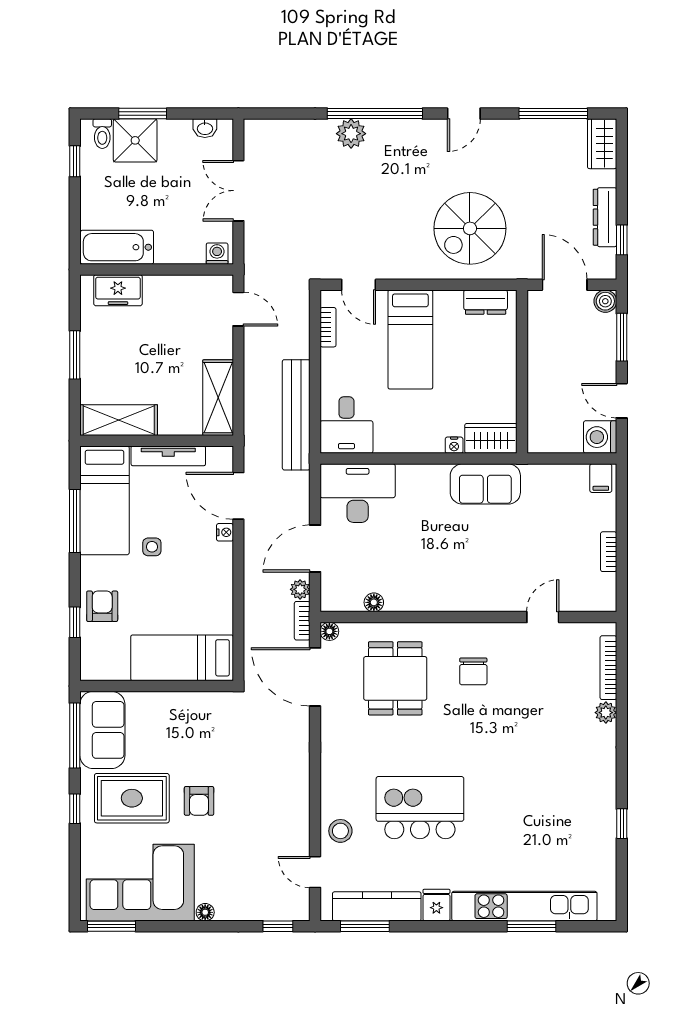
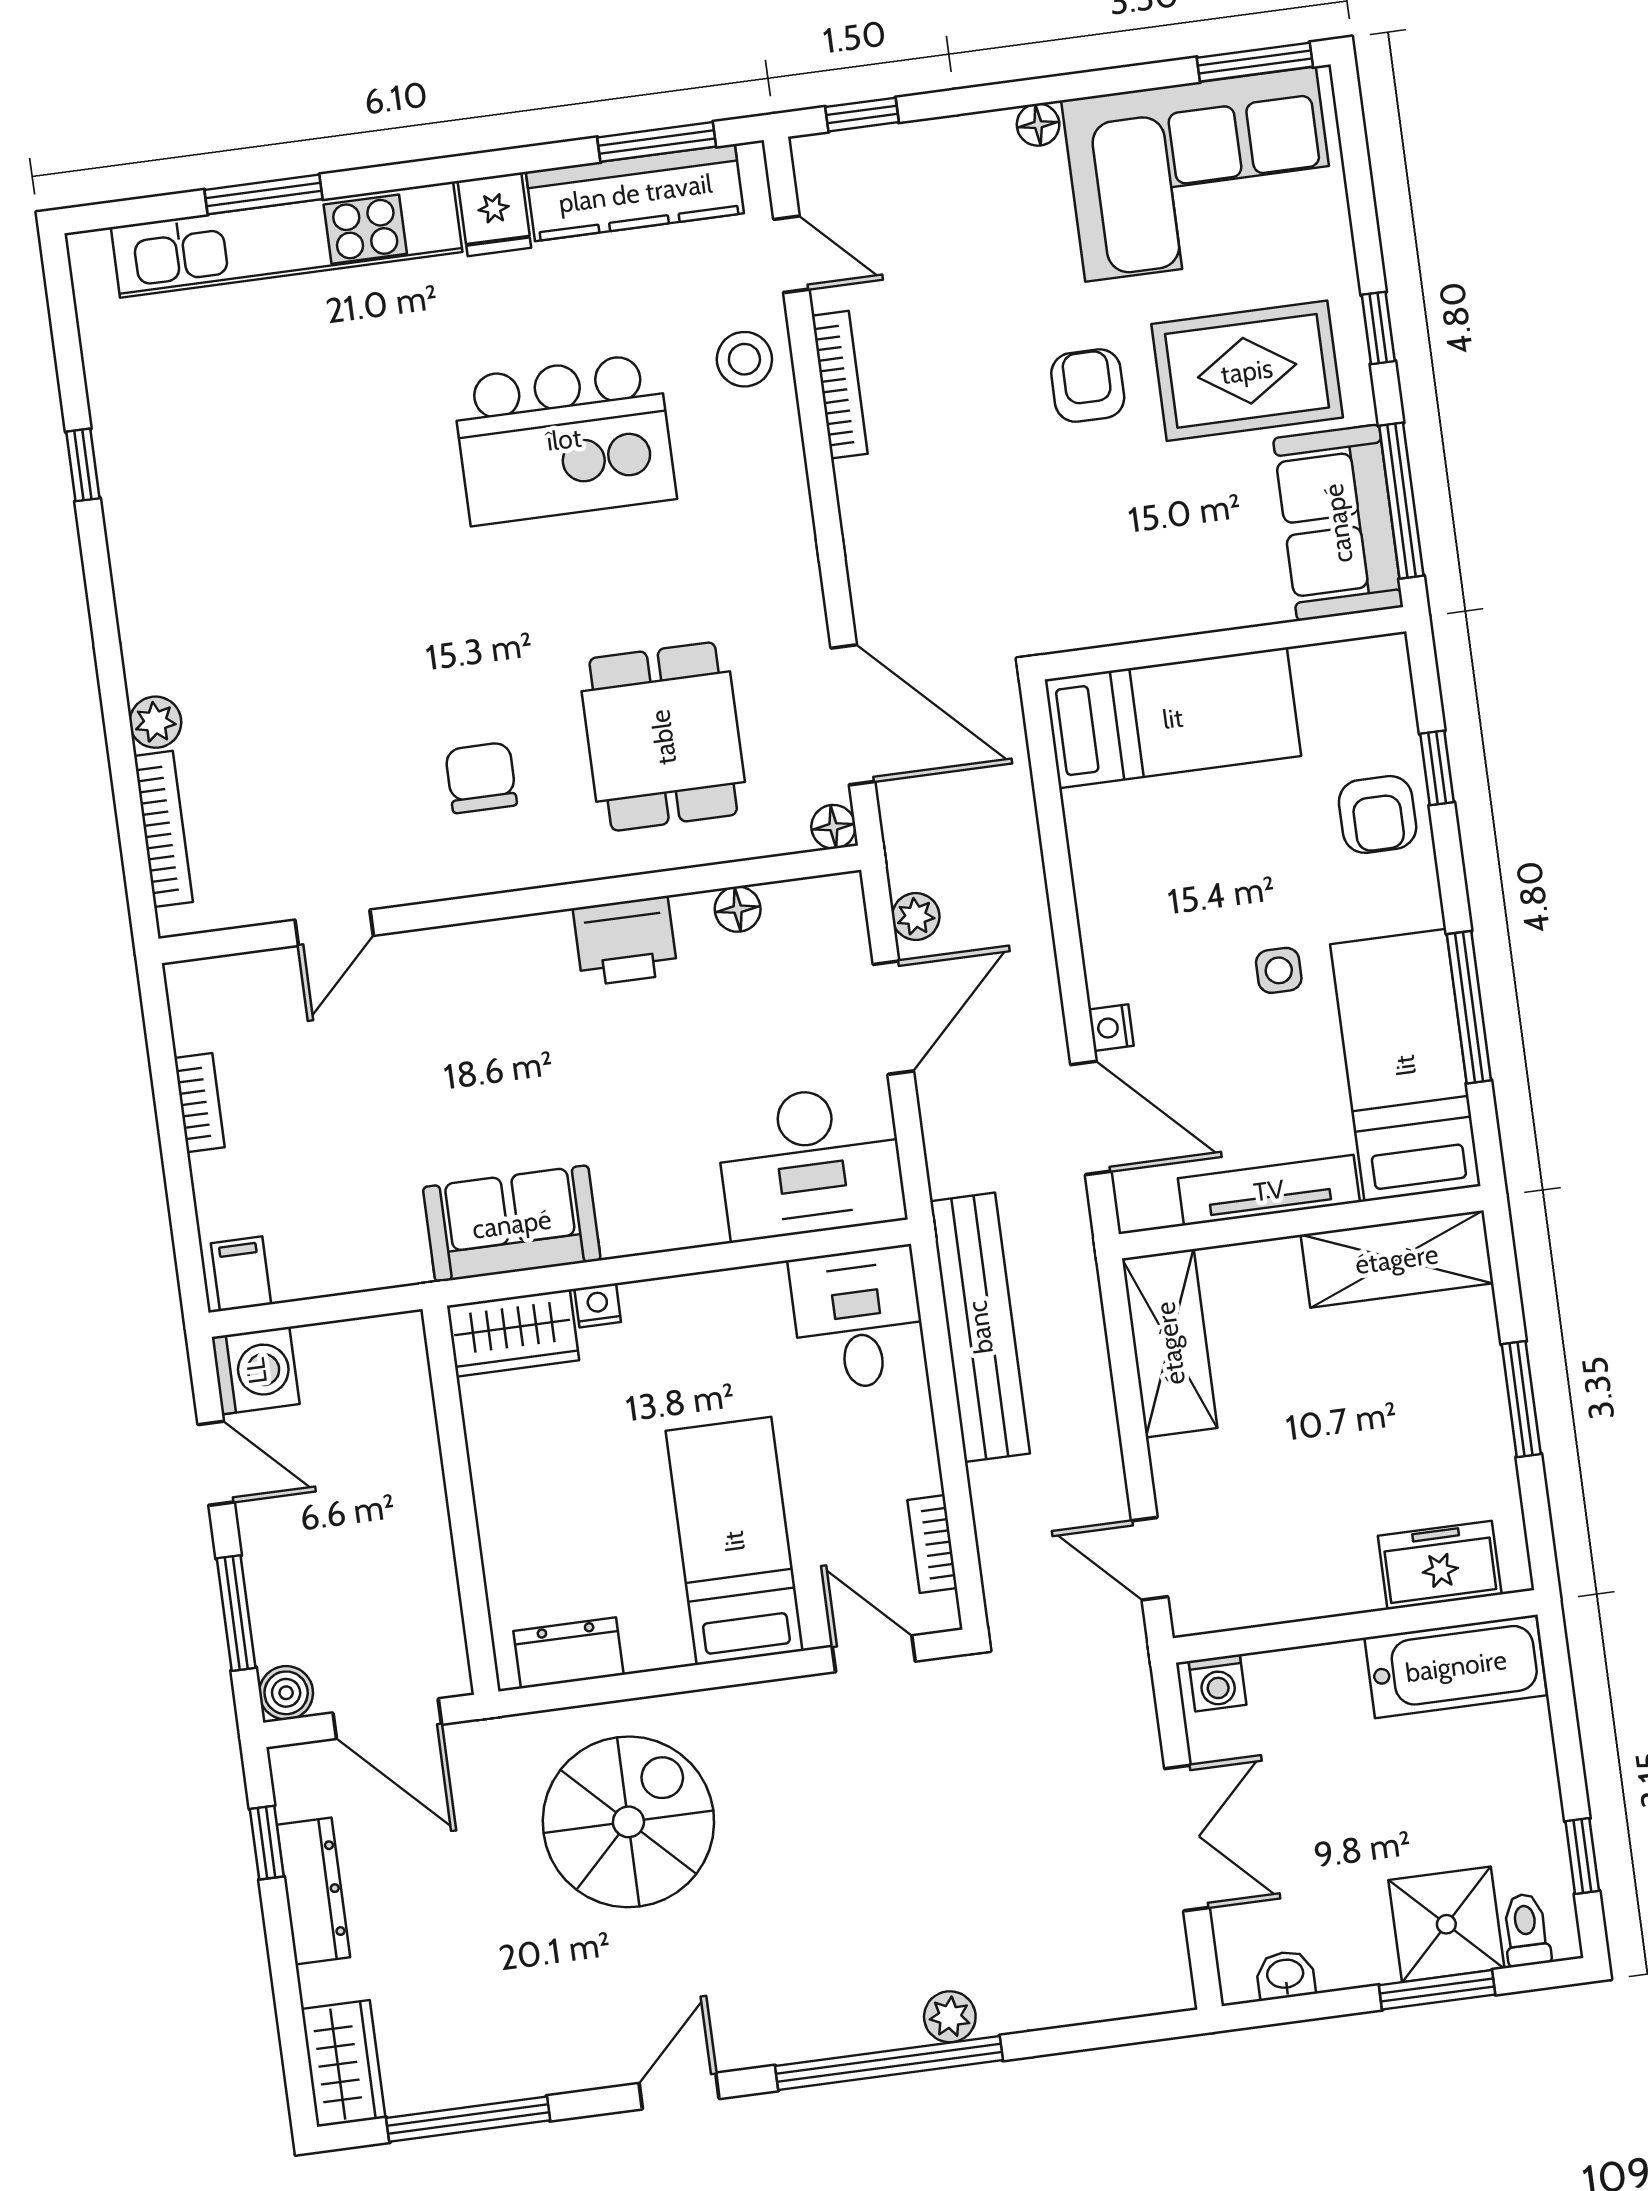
plant: (351, 134) -> (950, 2017), width x0.73, depth x0.73
printer: (422, 595) -> (625, 941), added
bookcase: (302, 621) -> (840, 385), moved, width x1.56

